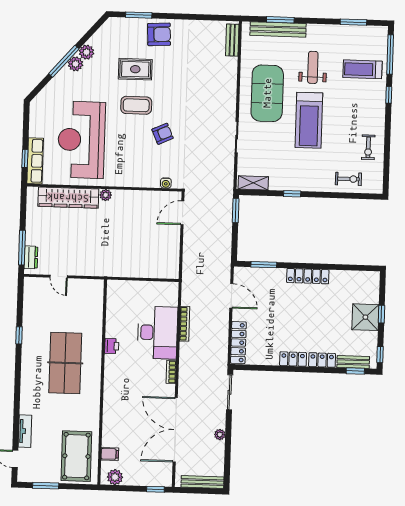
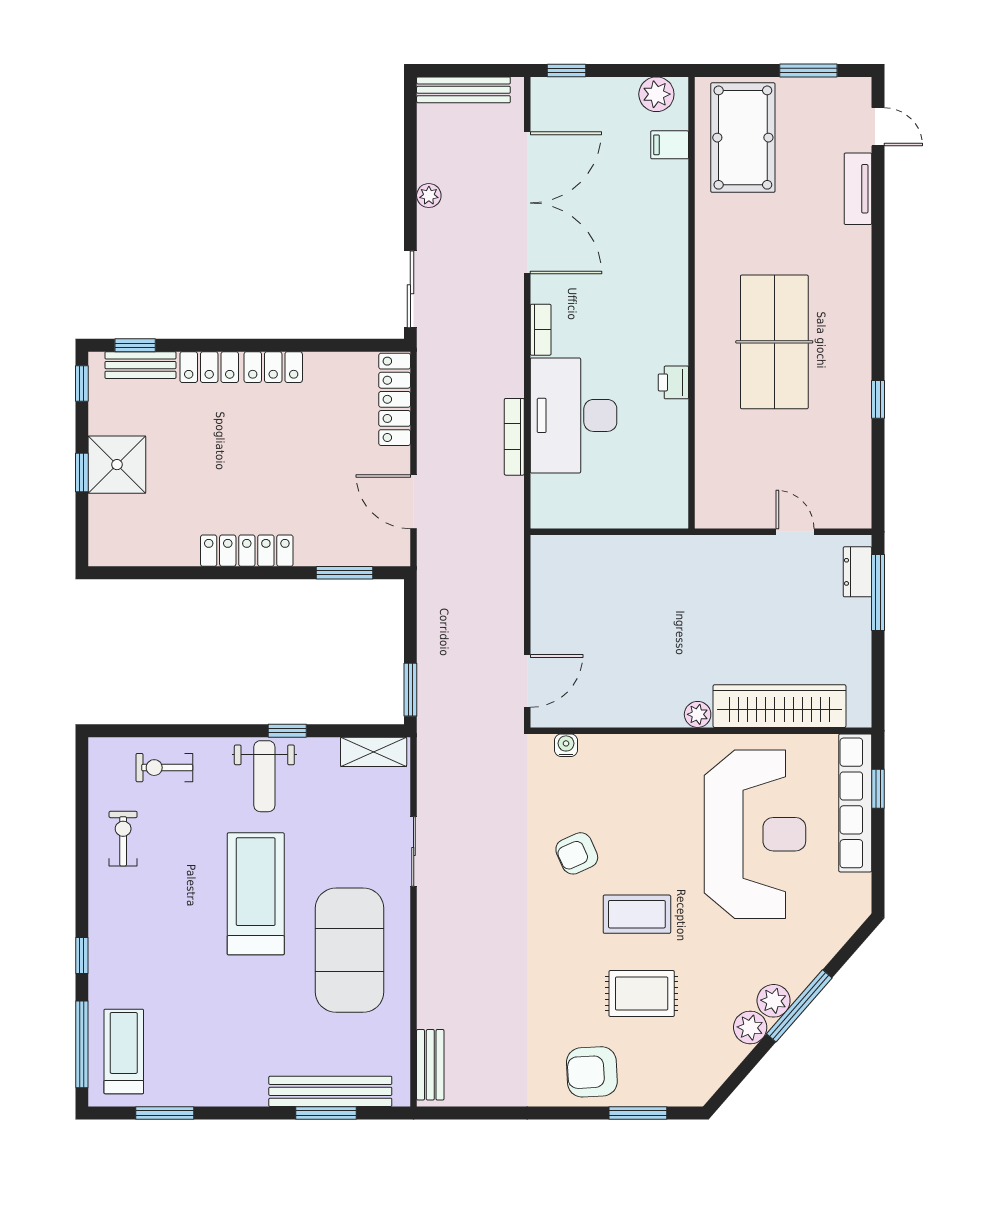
weight bench: (313, 67) -> (264, 776), moved
treadmill: (363, 69) -> (124, 1051), moved, turned -90
row of seats: (35, 161) -> (855, 803), width x1.36

